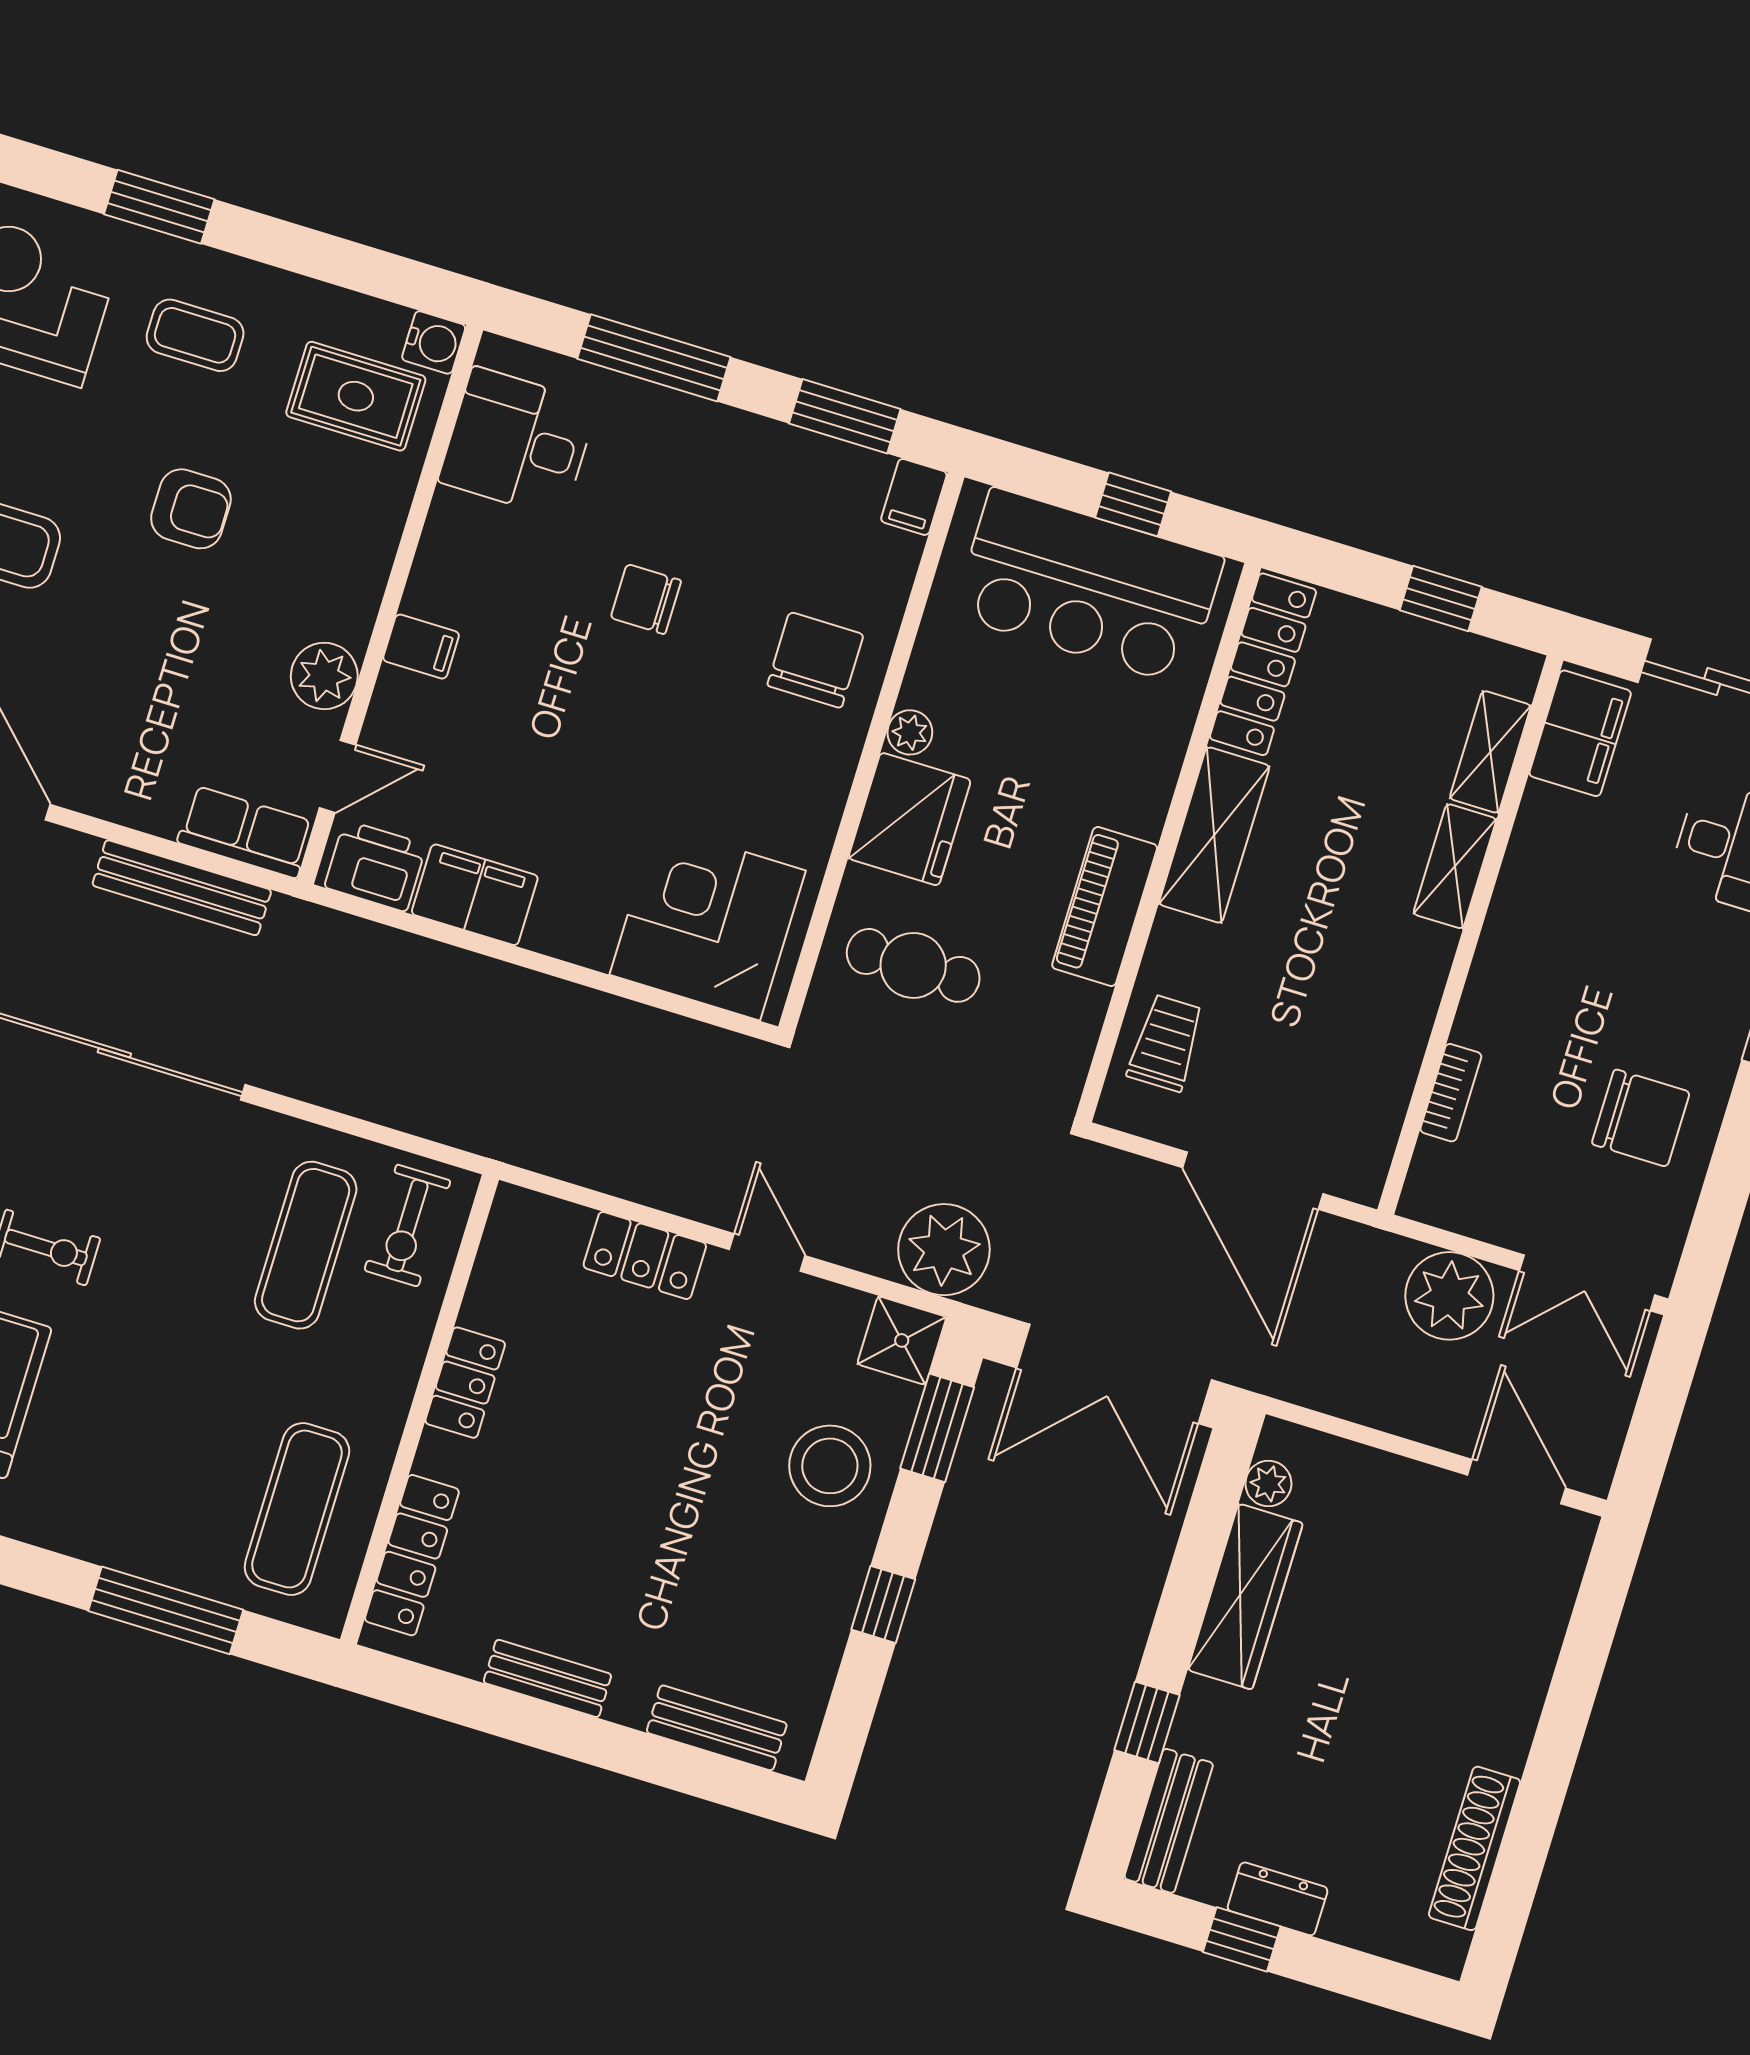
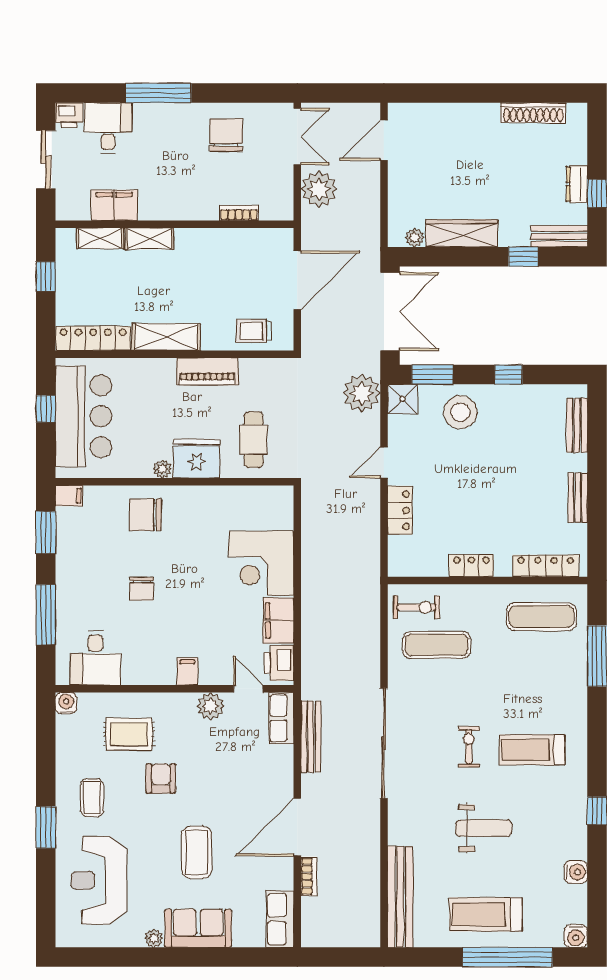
rug: (356, 396) -> (129, 734), moved, turned 90
filing cabinet: (1580, 733) -> (114, 205), moved
corner desk: (708, 923) -> (261, 563), moved

